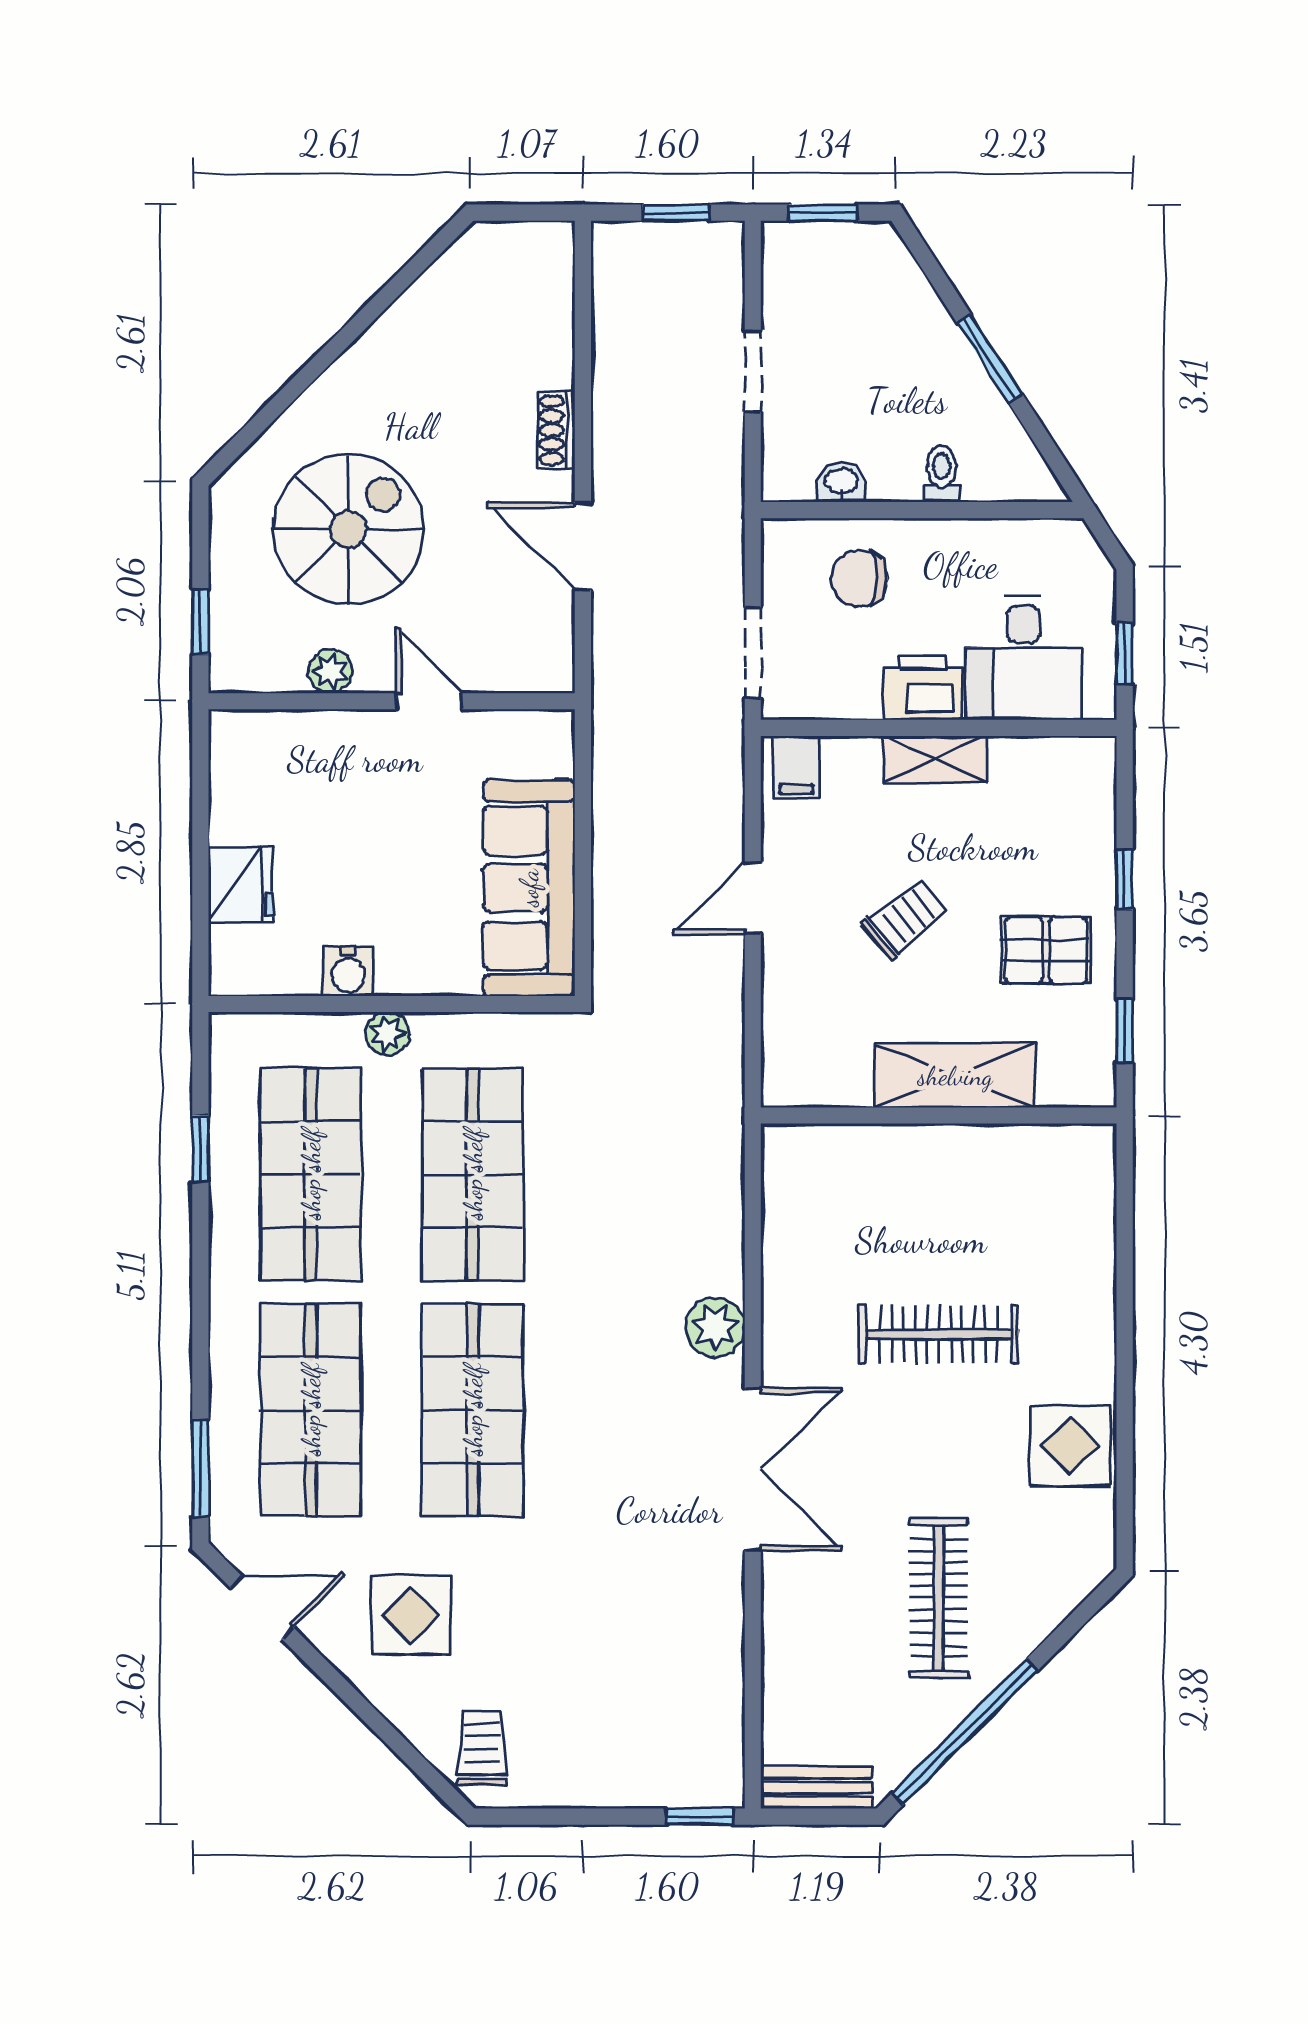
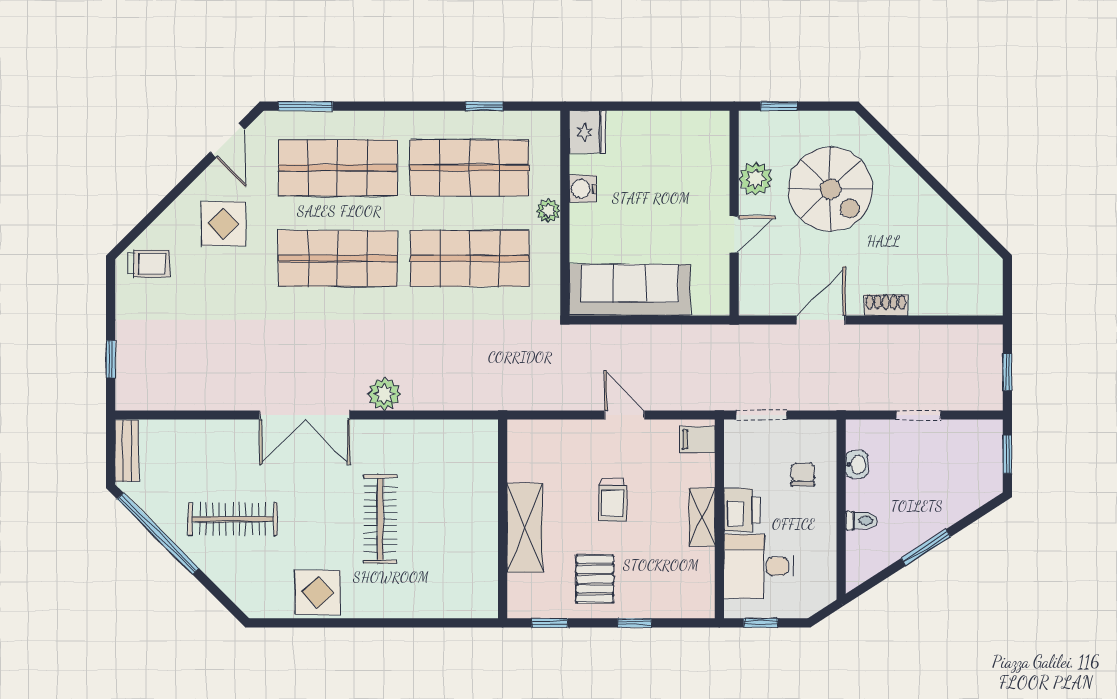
chair: (859, 578) -> (803, 475), width x0.73, depth x0.73
plant: (330, 671) -> (756, 179), width x1.38, depth x1.38
fridge: (241, 884) -> (588, 132), moved, turned -90
trolley: (905, 919) -> (612, 500), turned 39
window: (700, 1817) -> (111, 359), moved

